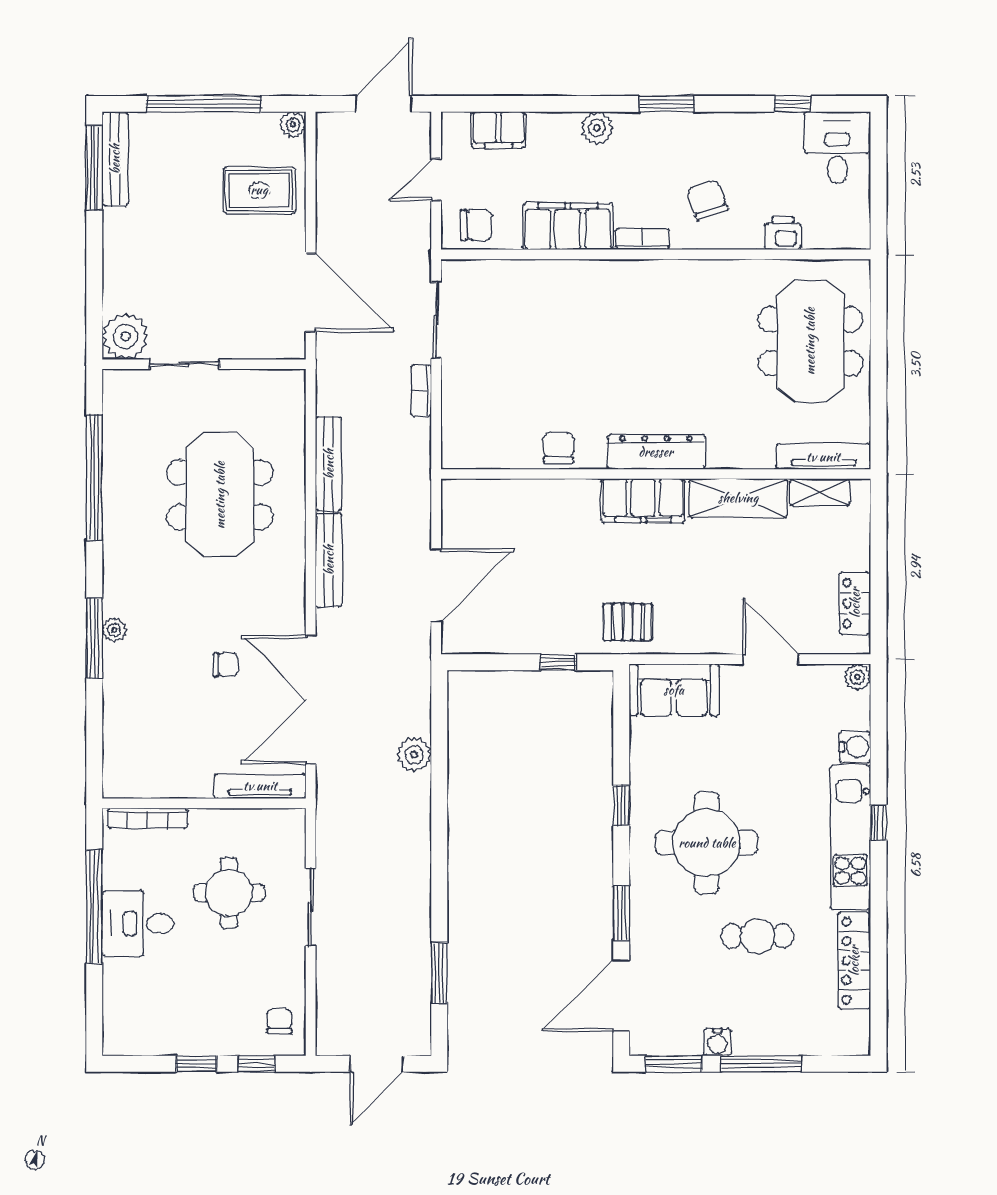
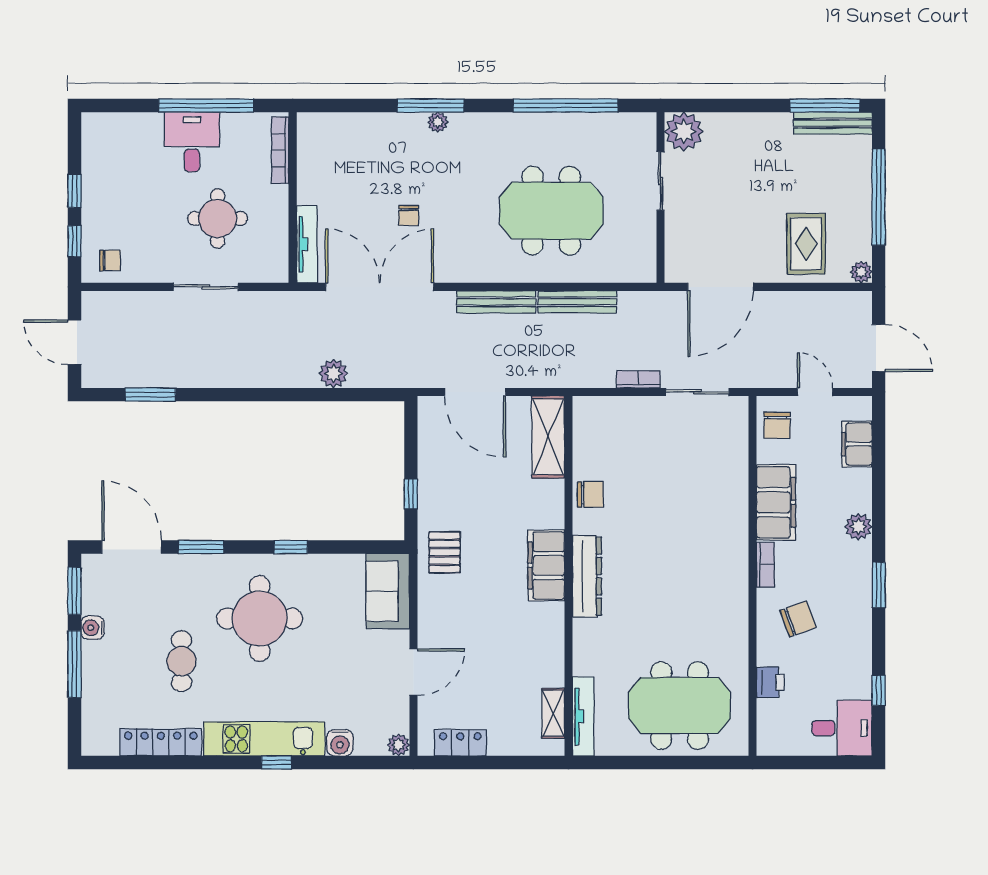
shelving: (738, 498) -> (548, 437), moved

